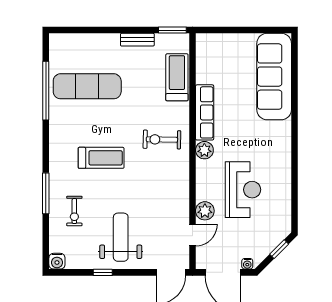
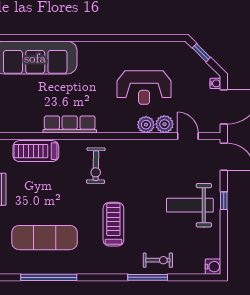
exercise mat: (87, 86) -> (45, 238), turned 90
plant: (204, 150) -> (146, 125), moved
reception desk: (243, 190) -> (144, 88), turned 180
exercise bike: (74, 211) -> (158, 260), moved
window: (103, 272) -> (224, 201), moved

